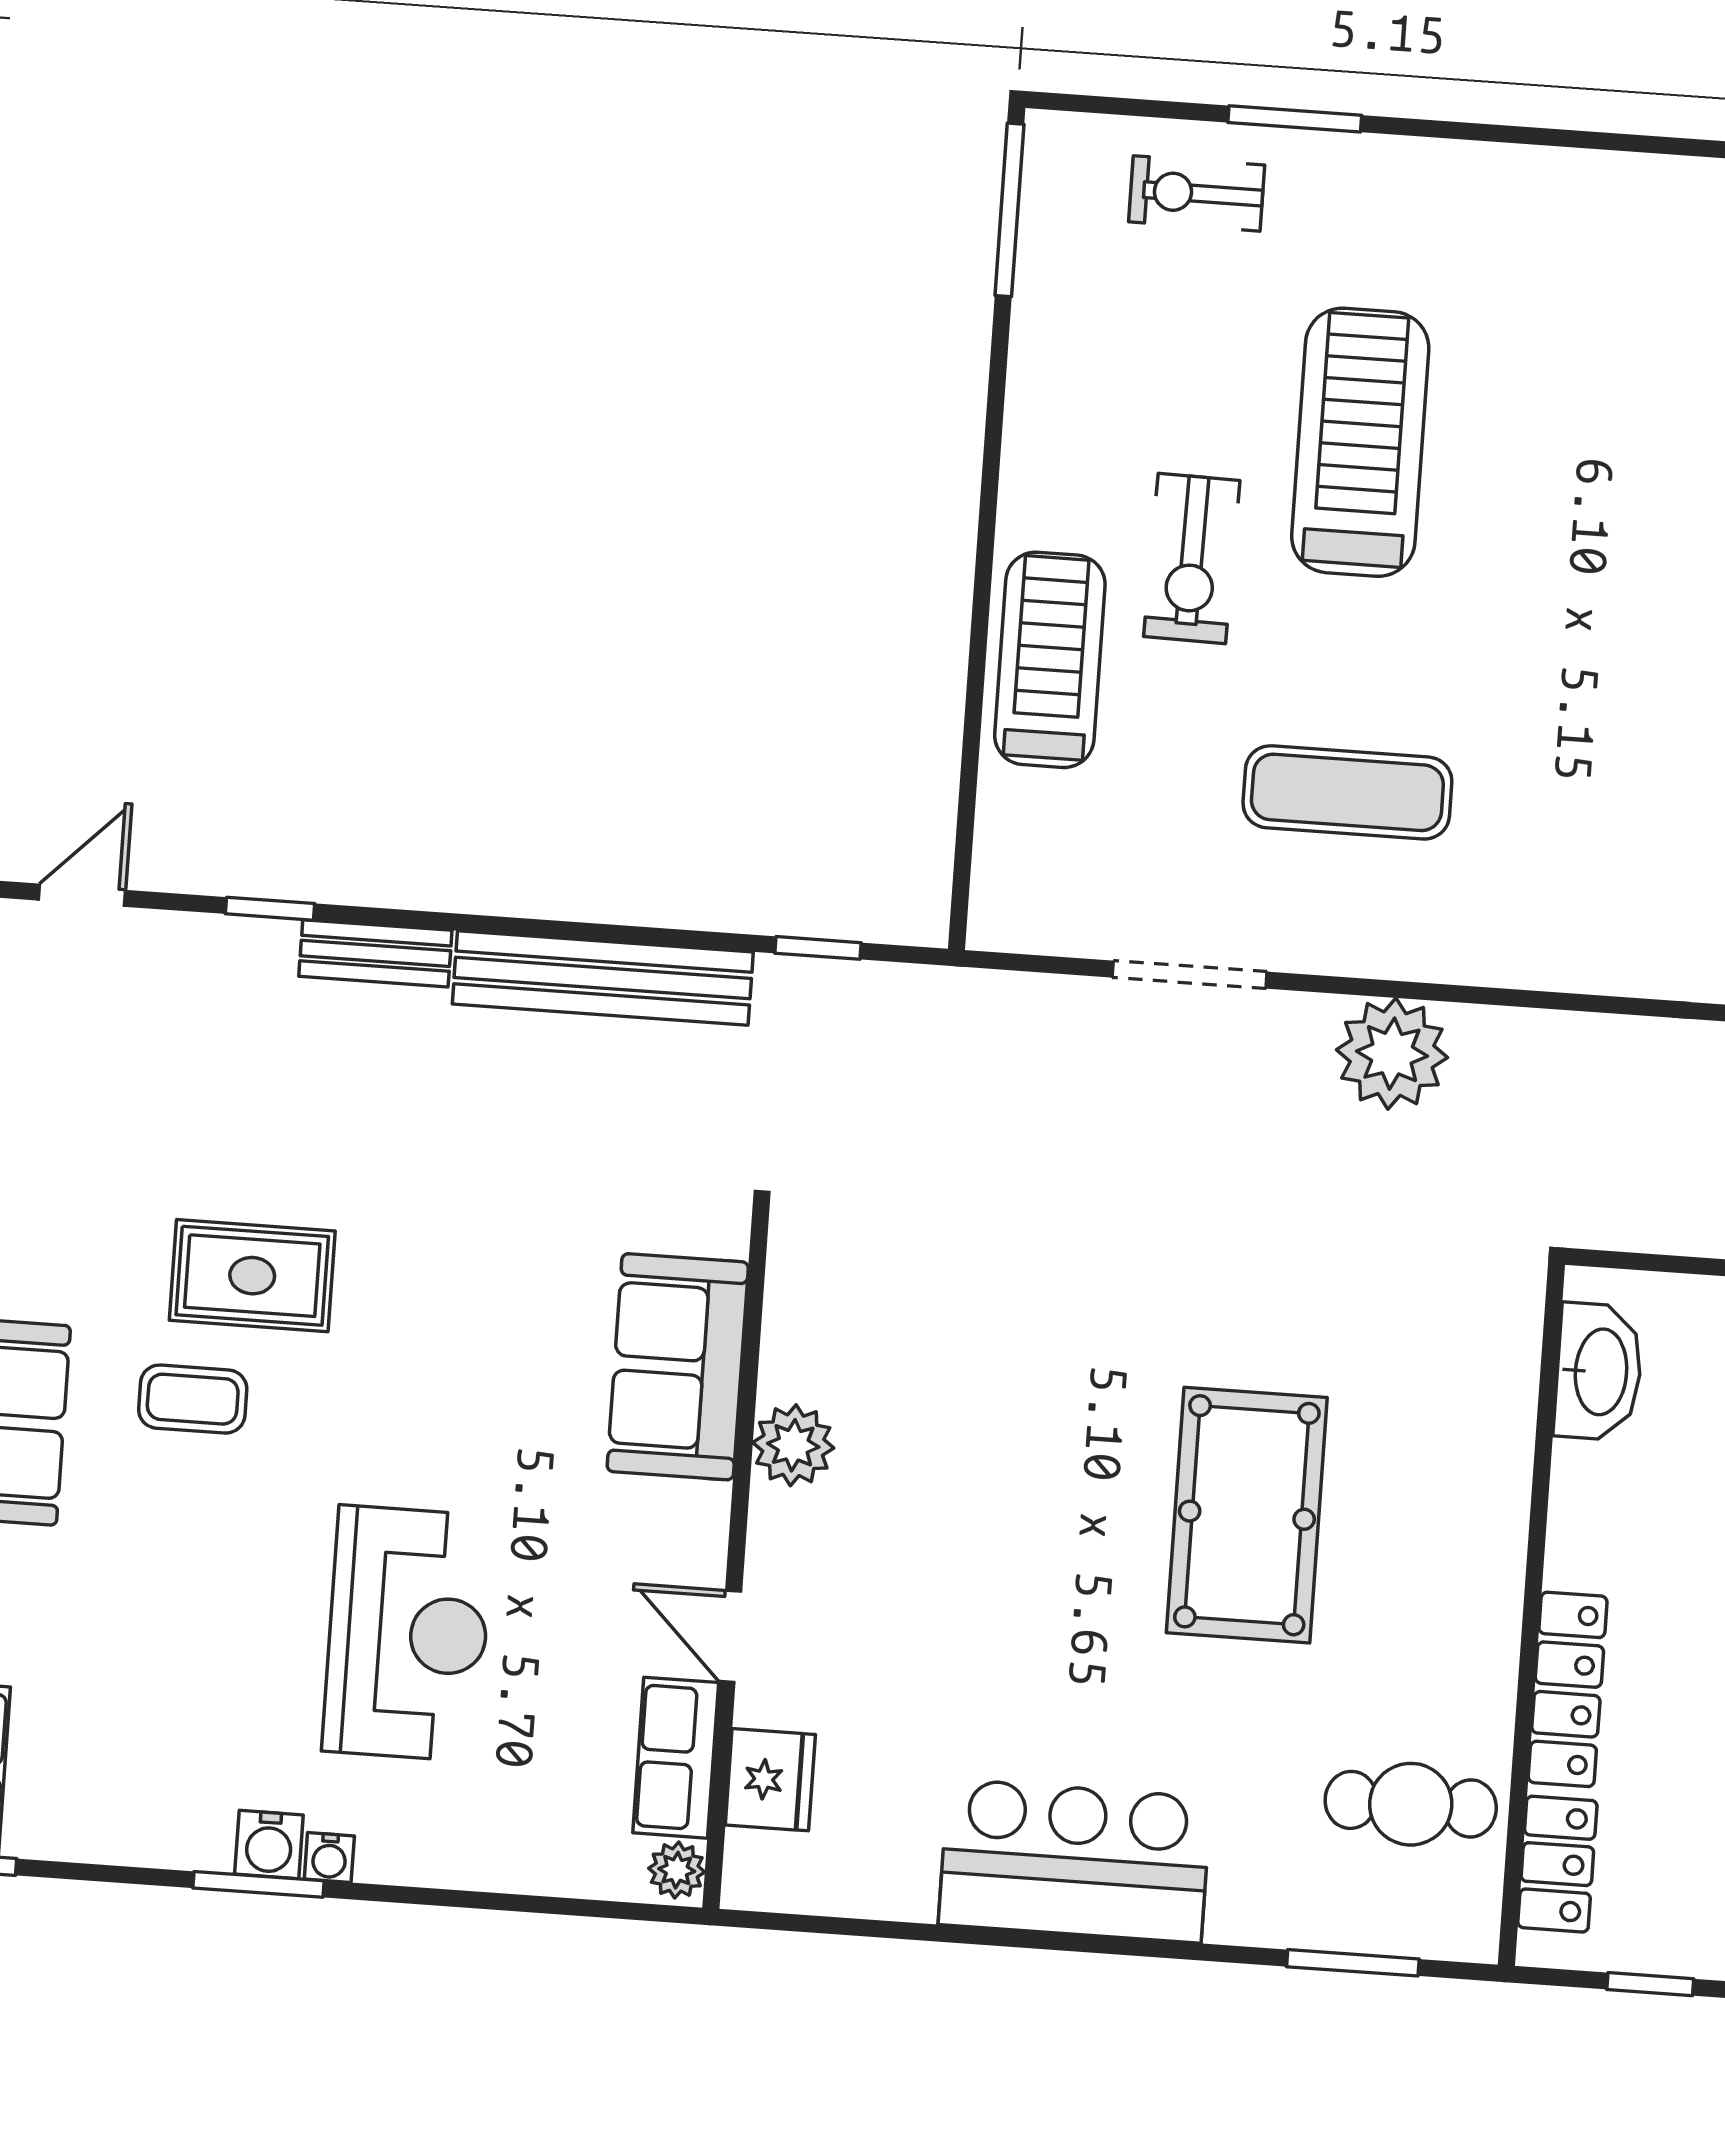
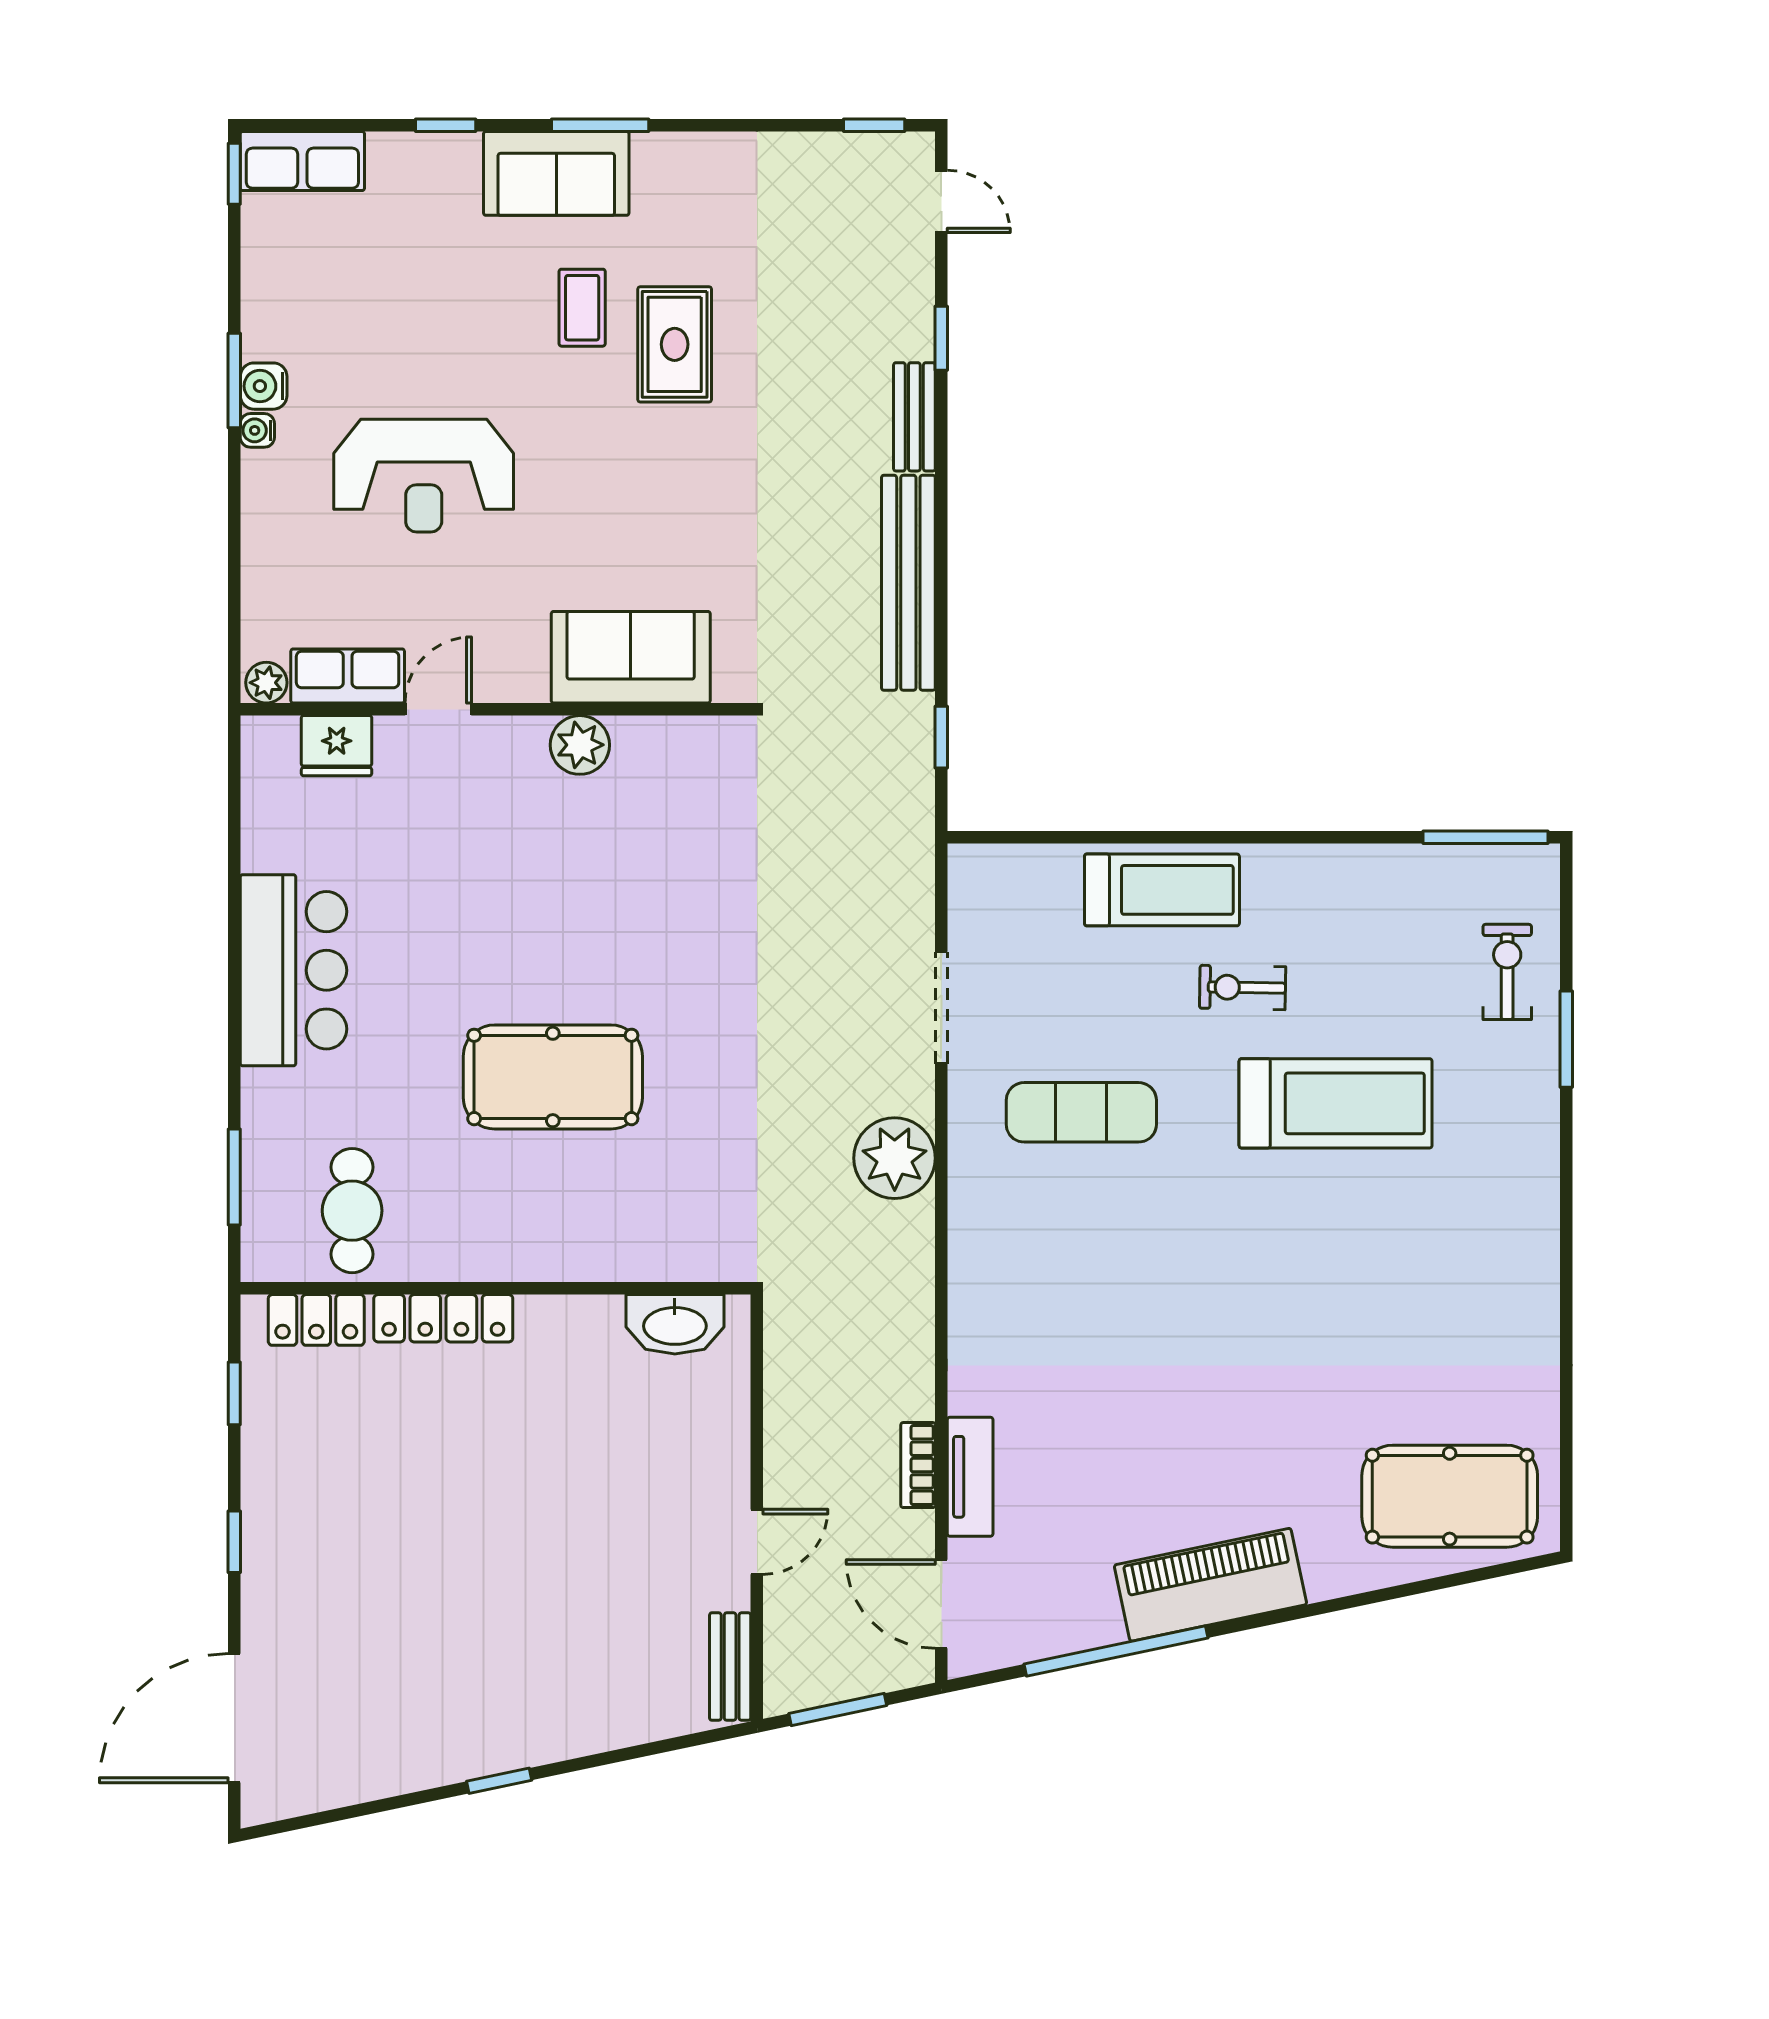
exercise bike: (1192, 559) -> (1243, 987), width x0.73, depth x0.72
exercise mat: (1347, 792) -> (1081, 1112), turned 90

